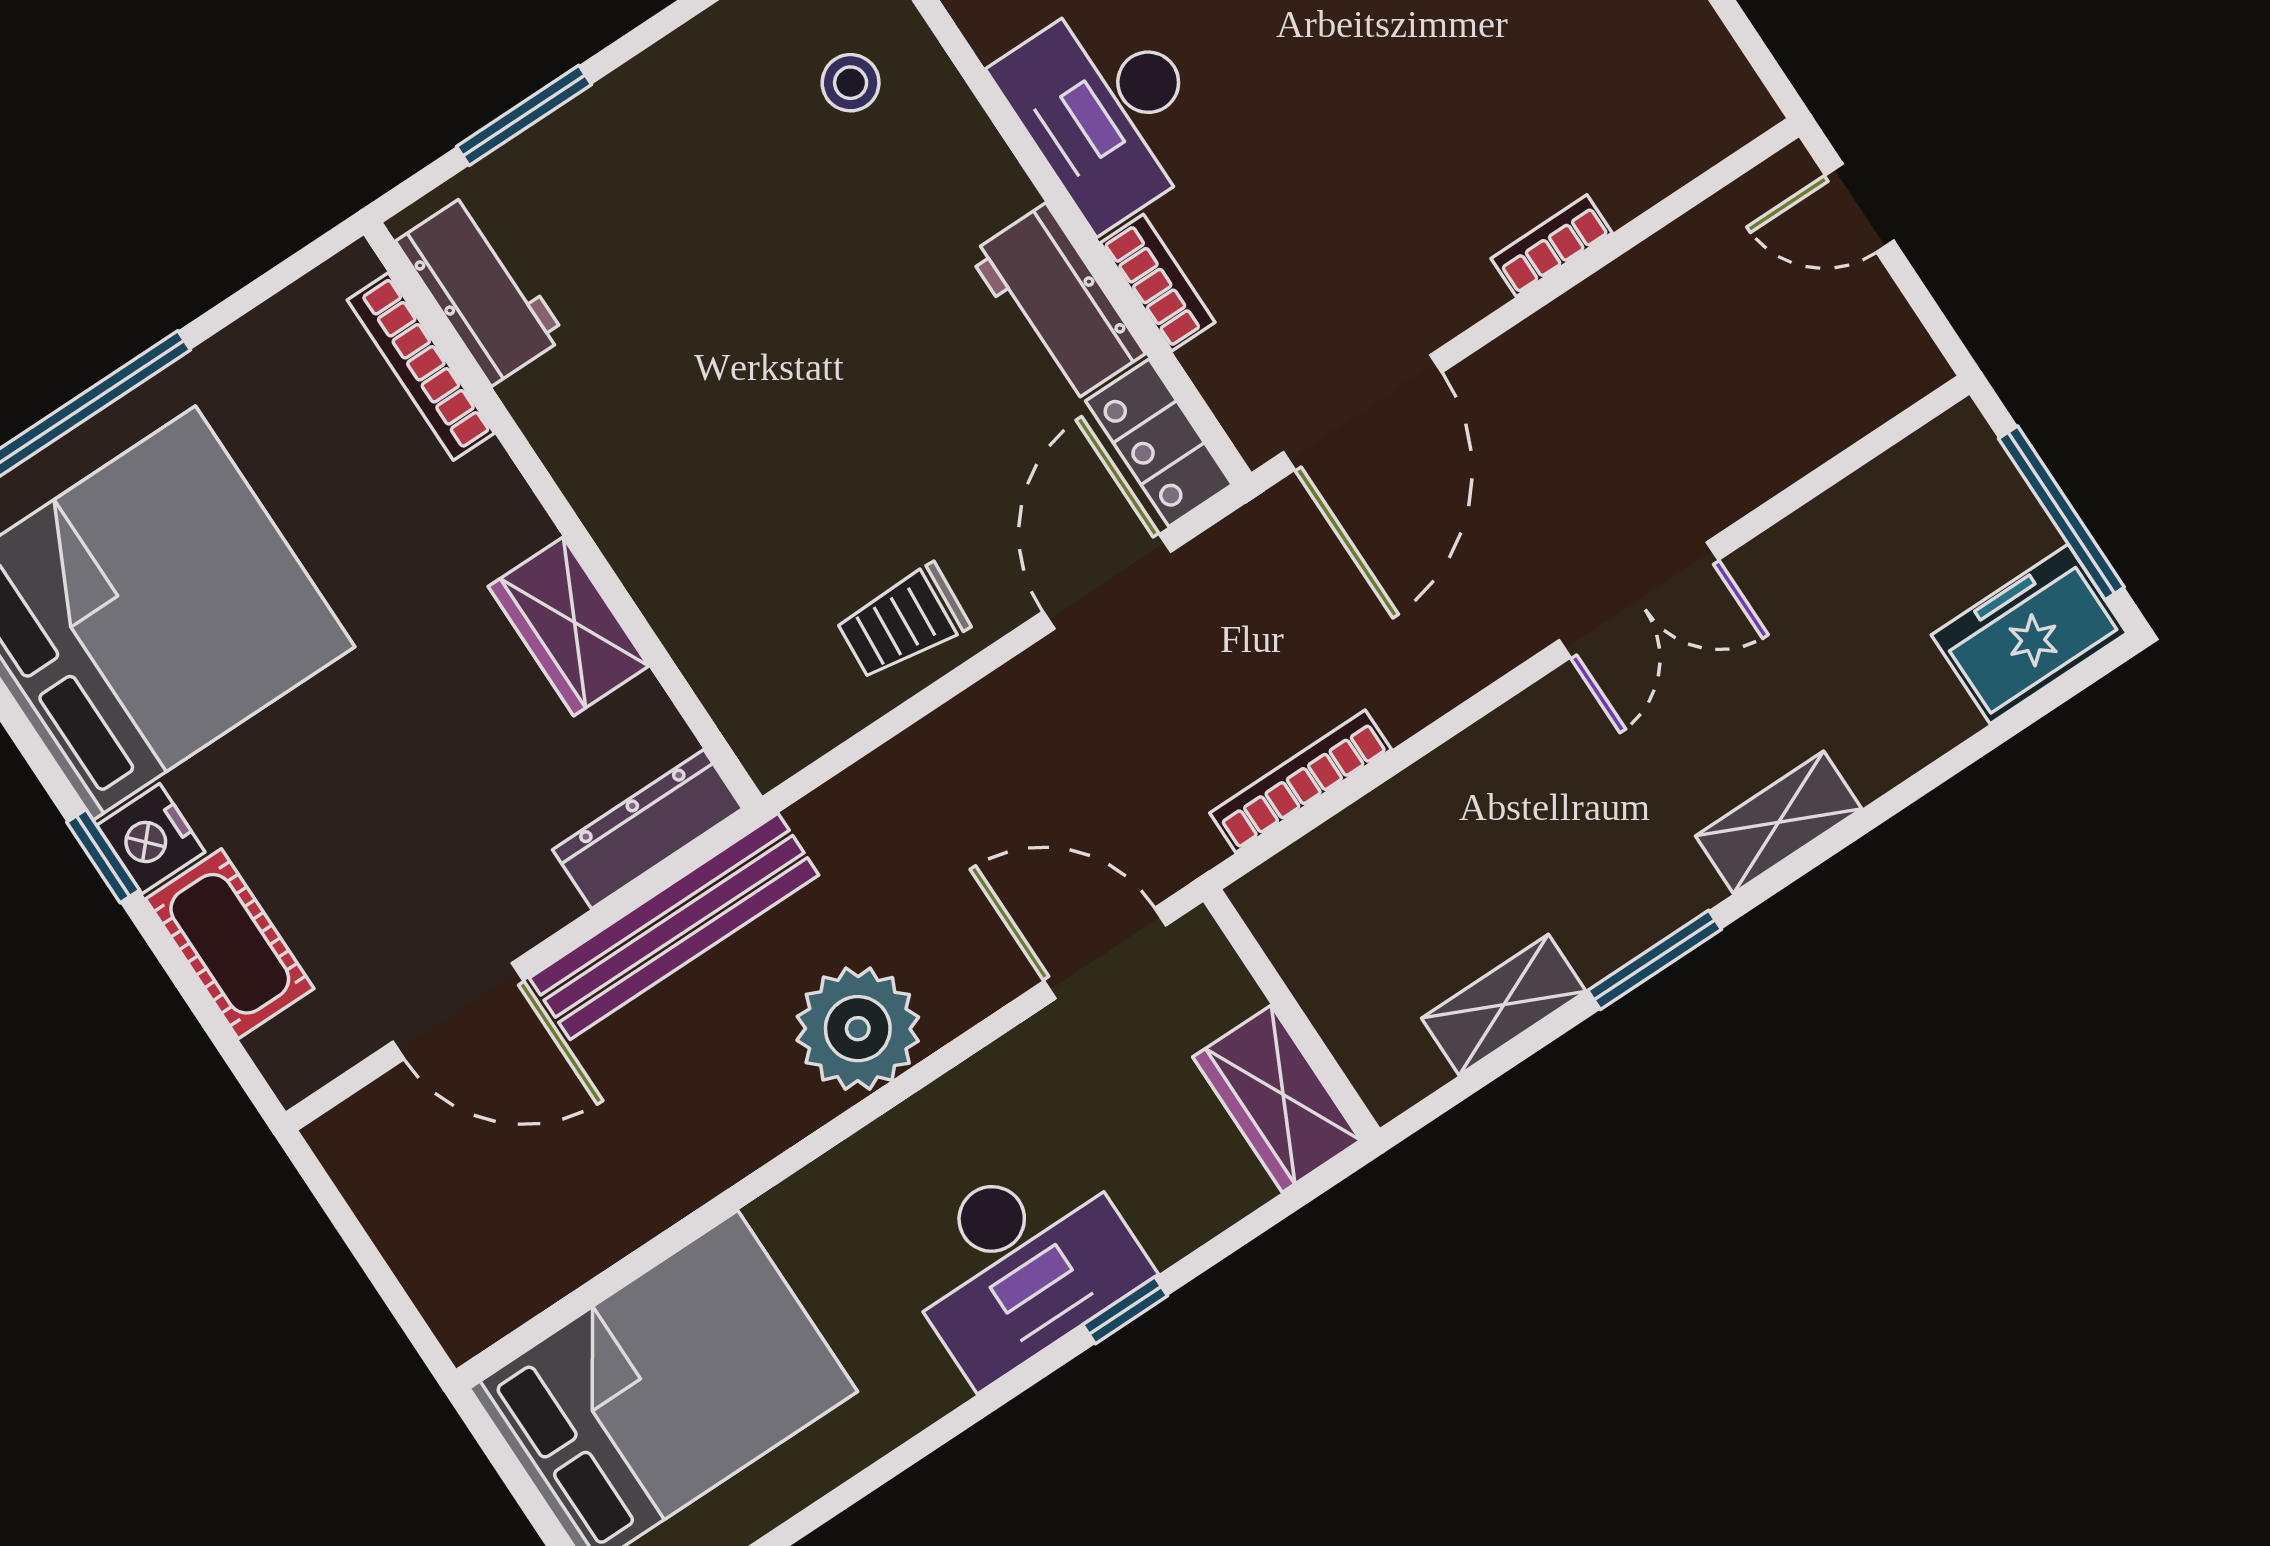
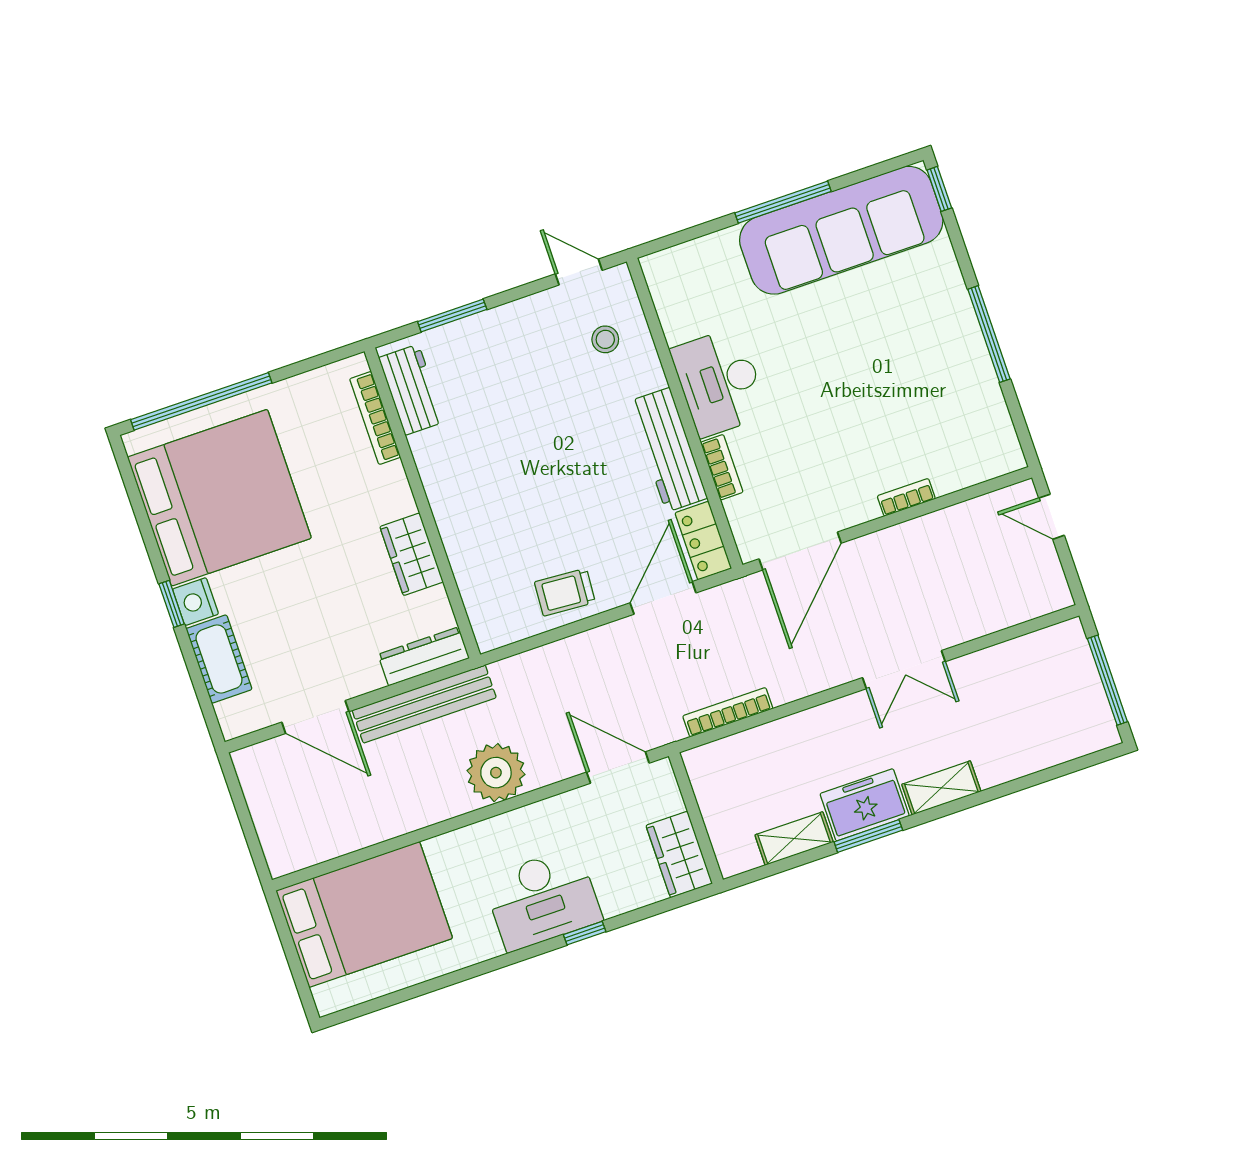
workbench: (1057, 304) -> (668, 450), width x1.38
freezer: (2029, 634) -> (865, 805), moved

